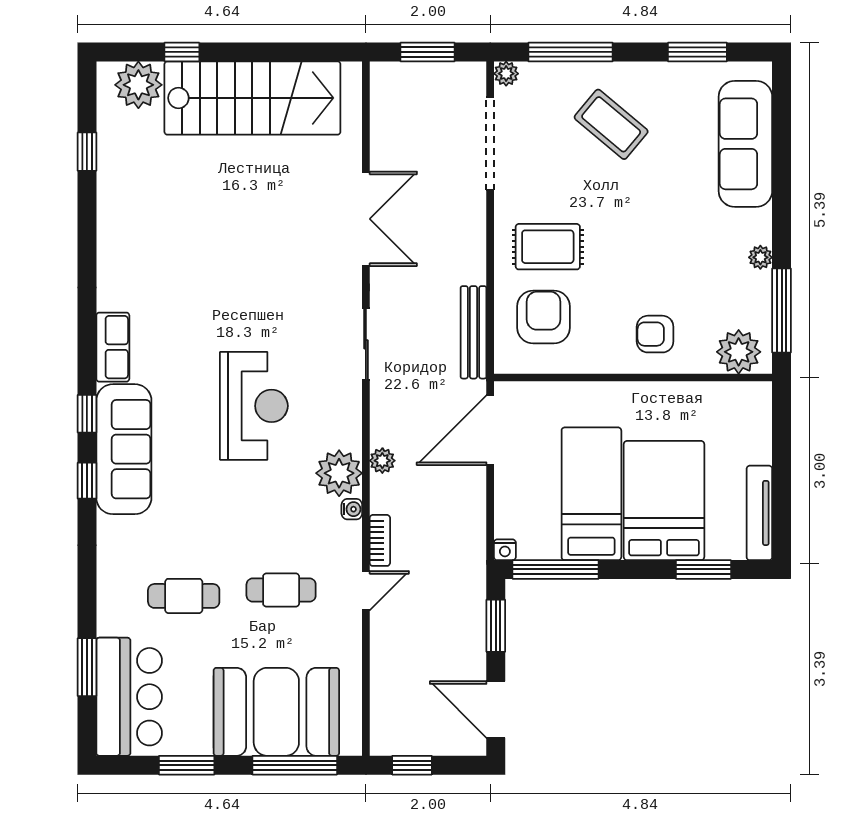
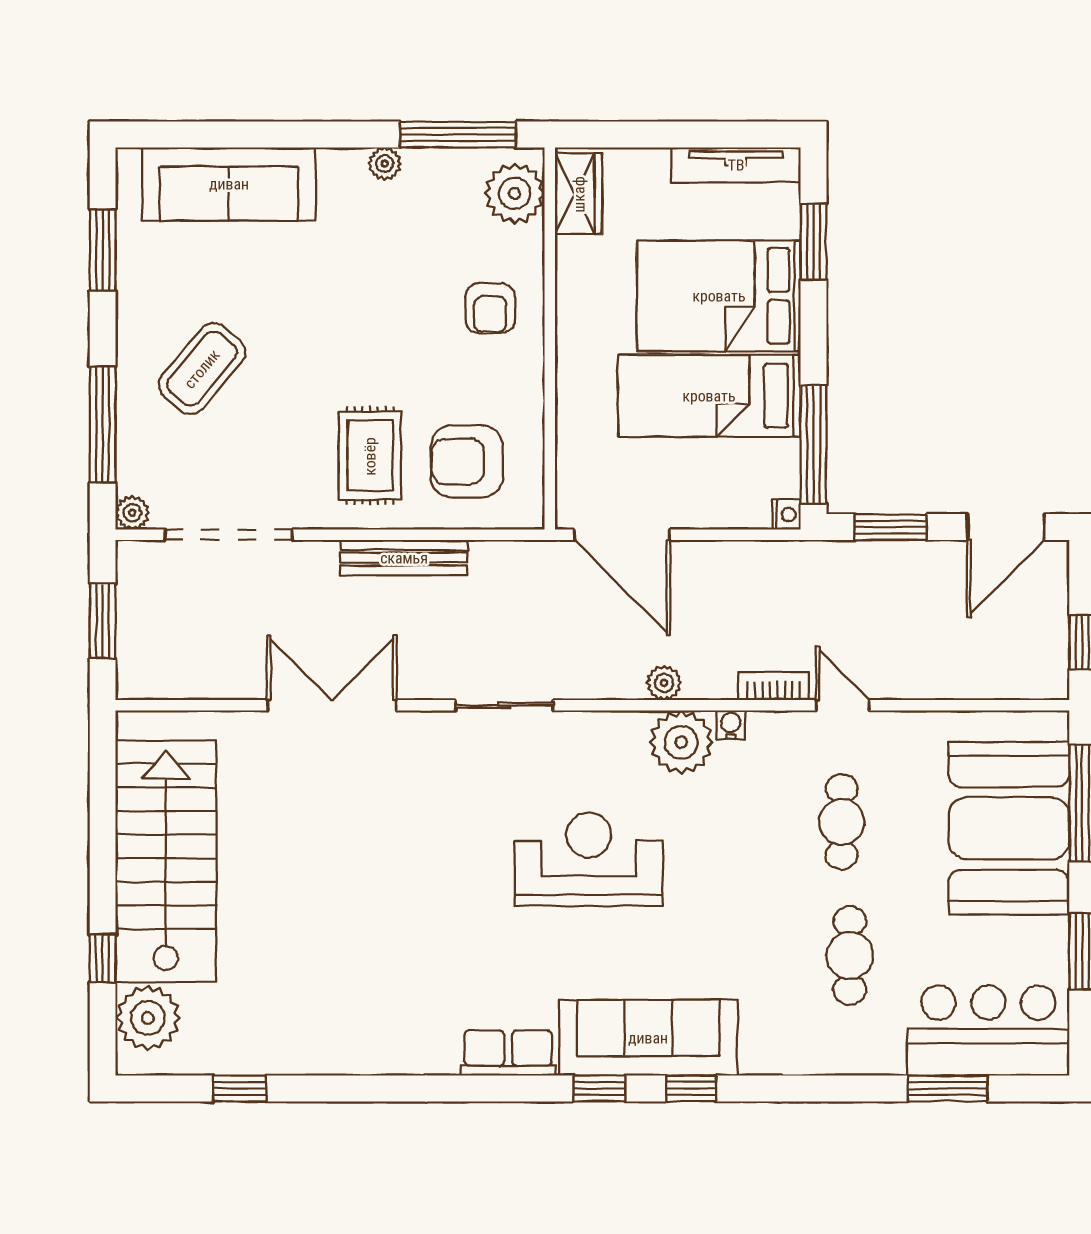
bench: (473, 332) -> (404, 558), moved
wardrobe: (739, 398) -> (579, 194), added

